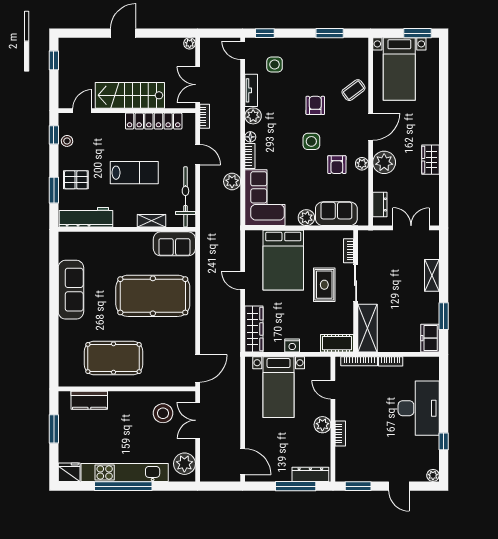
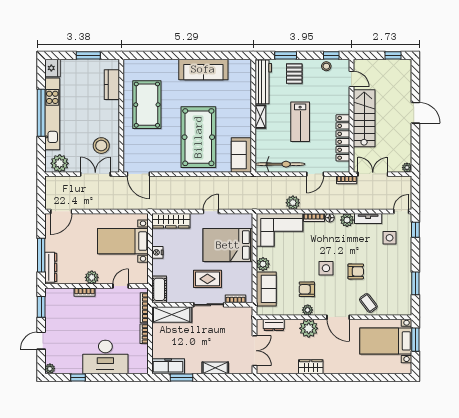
window: (418, 33) -> (415, 340), moved
shelving: (151, 221) -> (260, 117), moved
freezer: (430, 338) -> (168, 366), width x1.40

